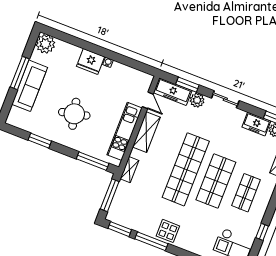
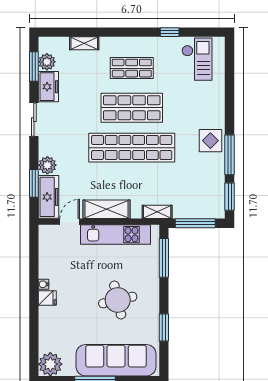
fridge: (91, 61) -> (47, 298), width x0.53, depth x0.75
sofa: (30, 86) -> (116, 360), width x1.36, depth x1.27
sliding door: (225, 99) -> (34, 120), moved

